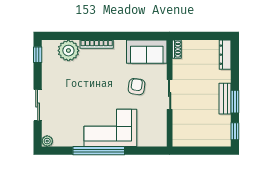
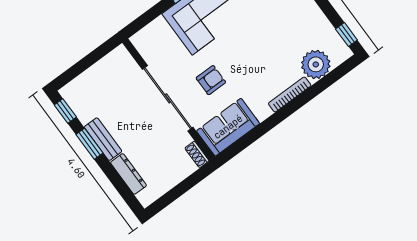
dresser: (225, 55) -> (128, 174), moved
armchair: (137, 87) -> (211, 80), turned -98
sliding door: (170, 94) -> (168, 98), width x1.86

